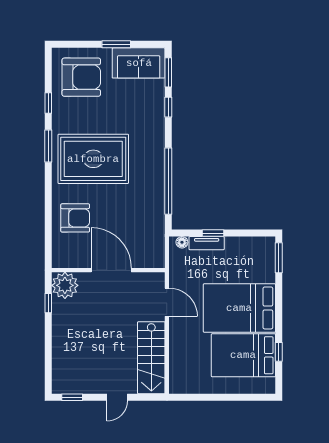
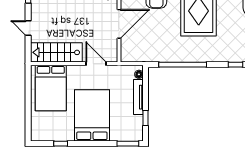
window: (213, 233) -> (145, 118), moved
tv unit: (207, 243) -> (138, 97), width x1.41
door: (167, 302) -> (96, 64), swing flipped
bed: (243, 355) -> (51, 88), moved, turned 180

